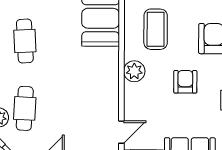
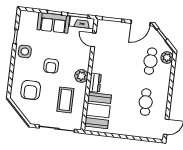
dresser: (111, 63) -> (95, 83), added
door: (121, 132) -> (94, 40), hinge flipped

